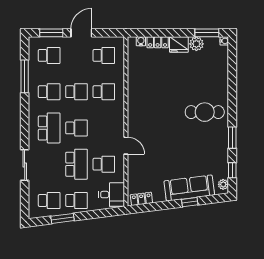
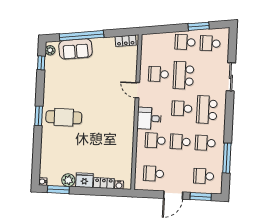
window: (232, 138) -> (39, 116), moved
sofa: (189, 188) -> (75, 49), width x0.73
desk: (112, 195) -> (149, 118), moved
window: (190, 202) -> (82, 36), width x3.17

